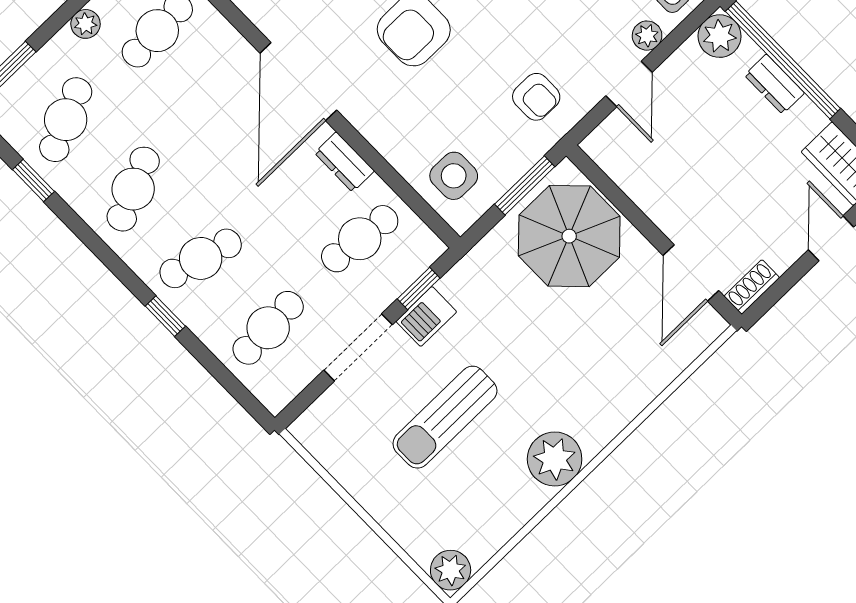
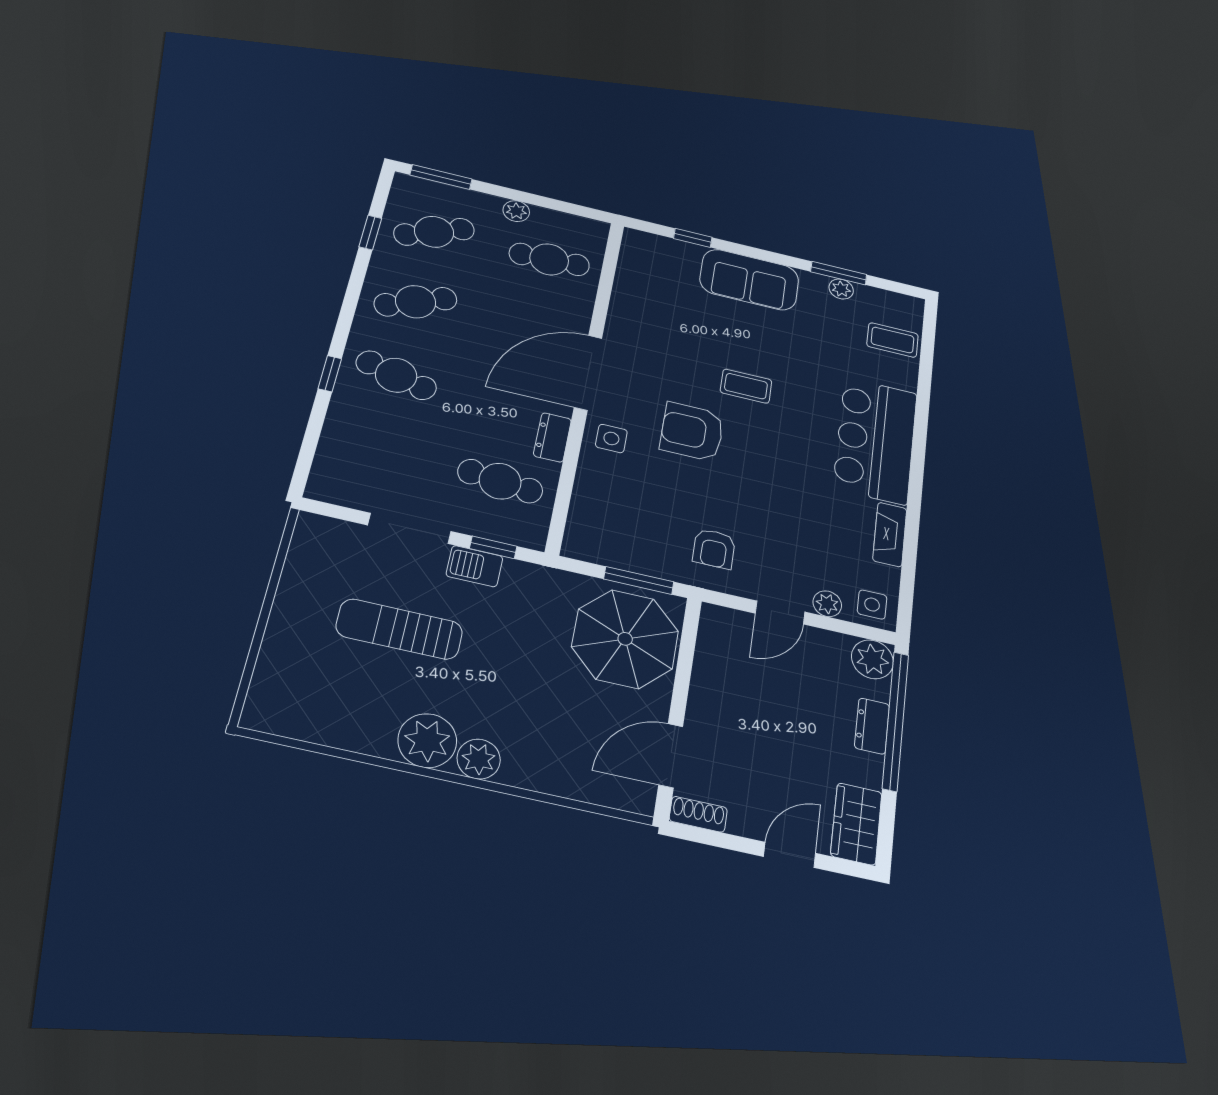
side table: (454, 176) -> (611, 438), moved, width x0.73, depth x0.73
cafe table: (268, 328) -> (376, 453), removed
plant: (451, 570) -> (479, 759), moved

